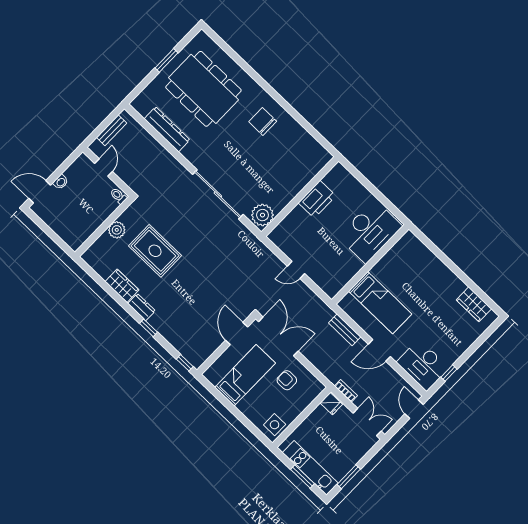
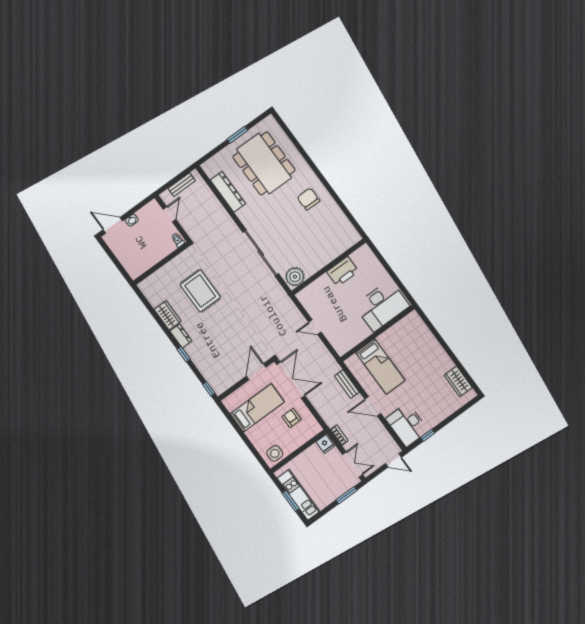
plant: (117, 230) -> (171, 268), removed
door: (414, 409) -> (393, 460), swing flipped
window: (349, 477) -> (346, 495), moved

